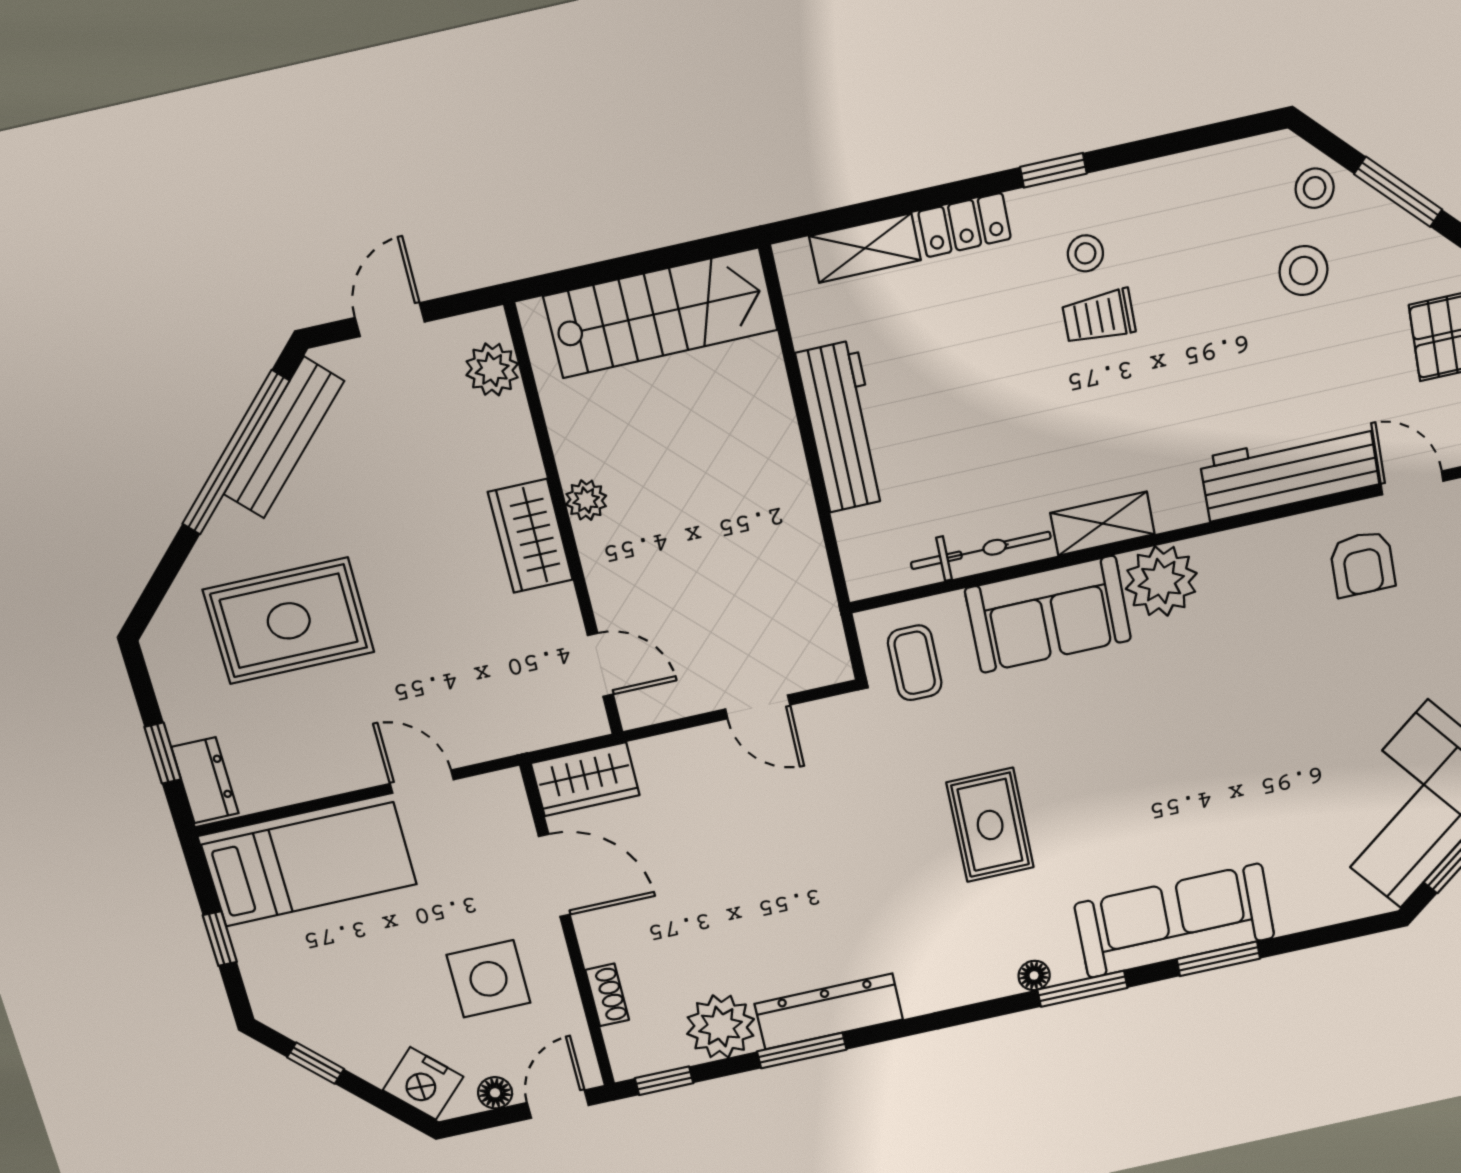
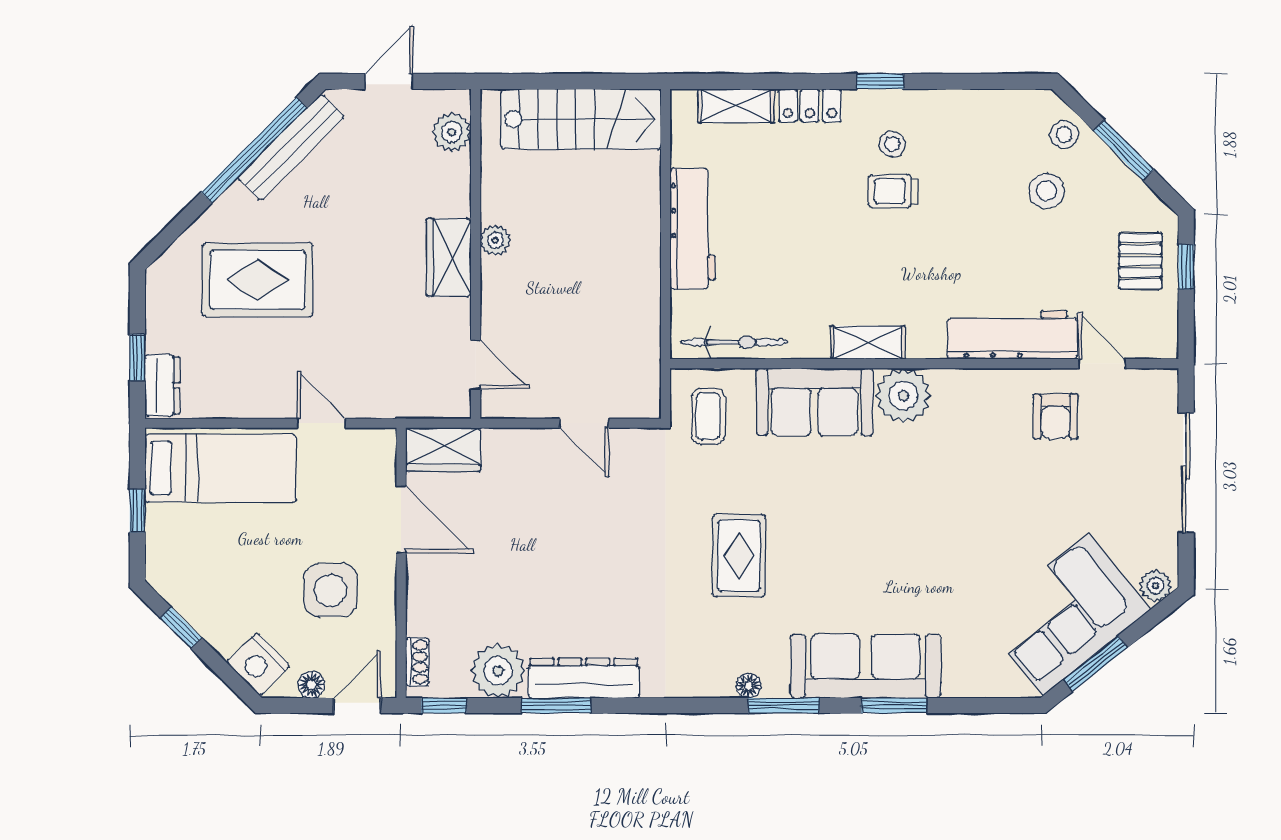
bicycle: (981, 550) -> (734, 342), moved
shoe rack: (607, 995) -> (417, 662), moved

